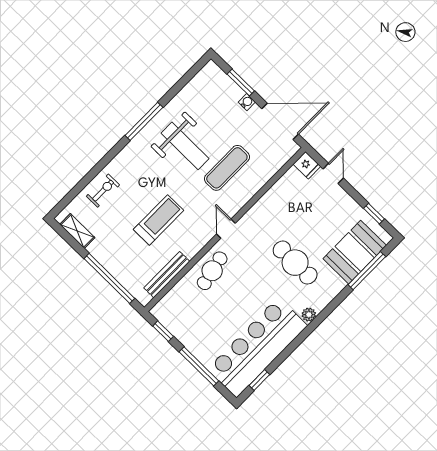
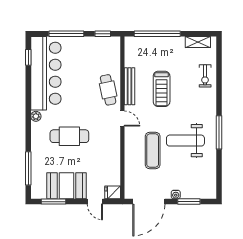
window: (374, 214) -> (53, 202), width x1.50
booth: (355, 252) -> (67, 186), moved, turned 90
bench: (167, 275) -> (129, 86), moved

